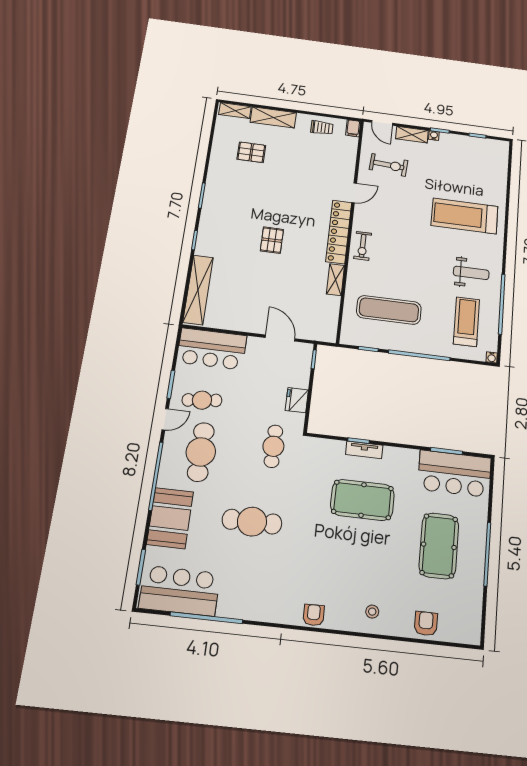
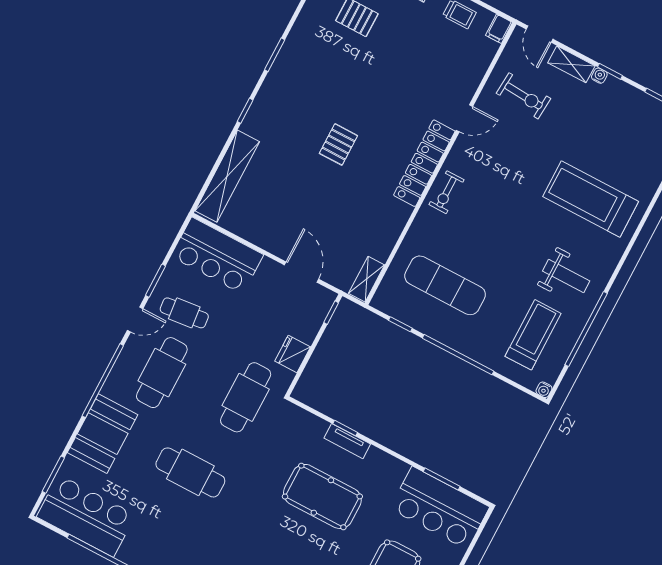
shelving: (336, 280) -> (367, 279), moved
cafe table: (273, 446) -> (246, 397), width x1.37, depth x1.35

